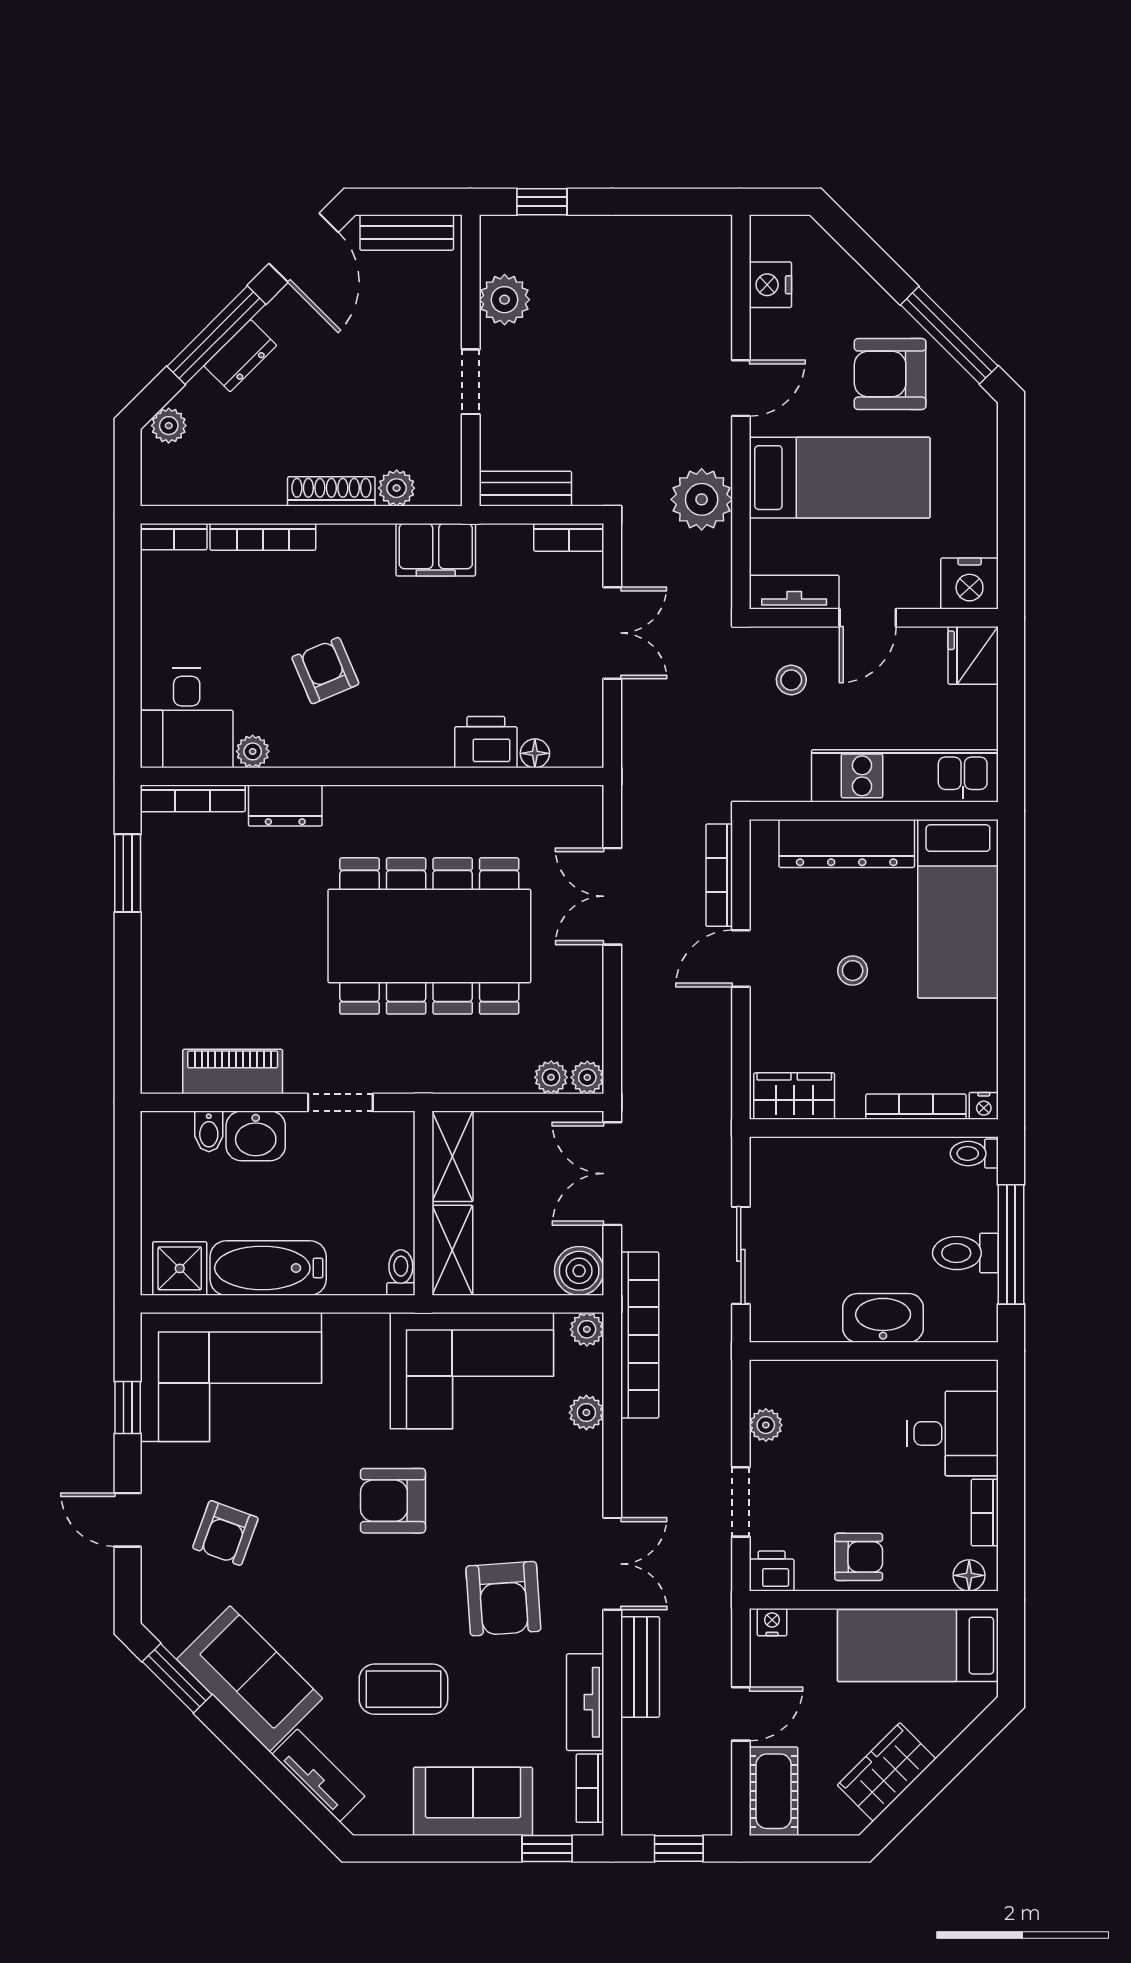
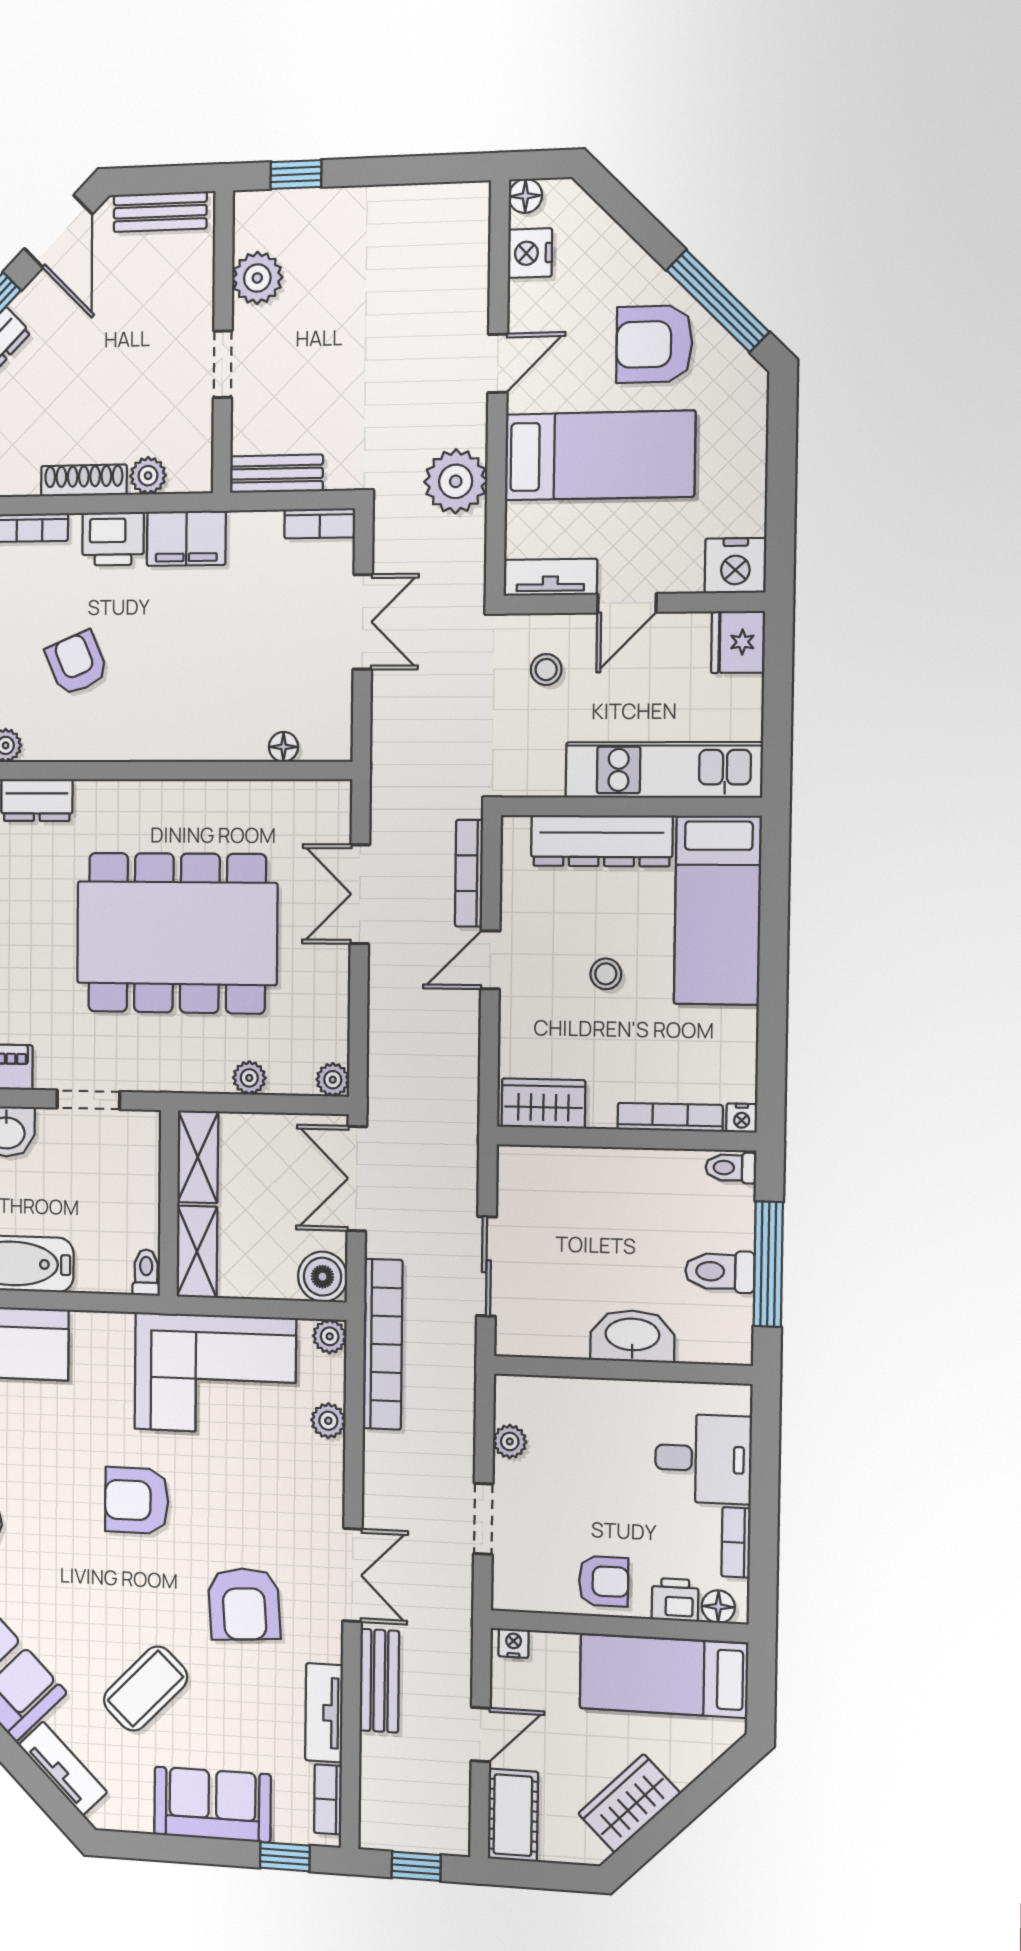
floor lamp: (765, 231) -> (525, 196), added
printer: (486, 742) -> (113, 539), moved, turned 180
plant: (551, 1077) -> (249, 1078), moved
printer: (772, 1571) -> (675, 1600), moved
coffee table: (403, 1689) -> (145, 1689), turned -46

